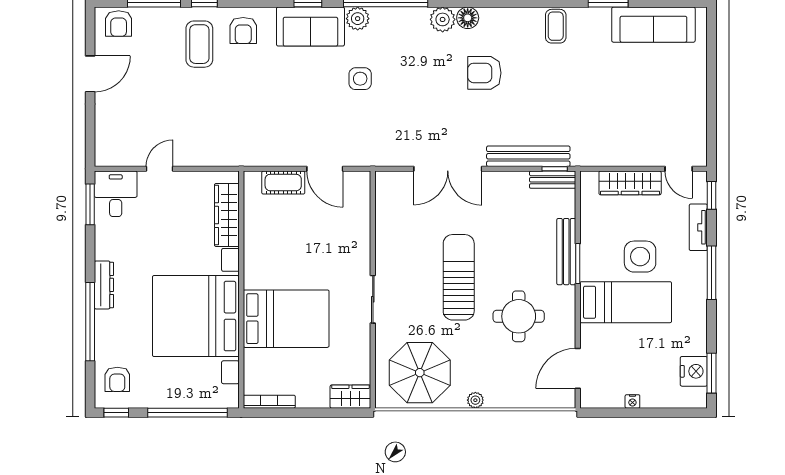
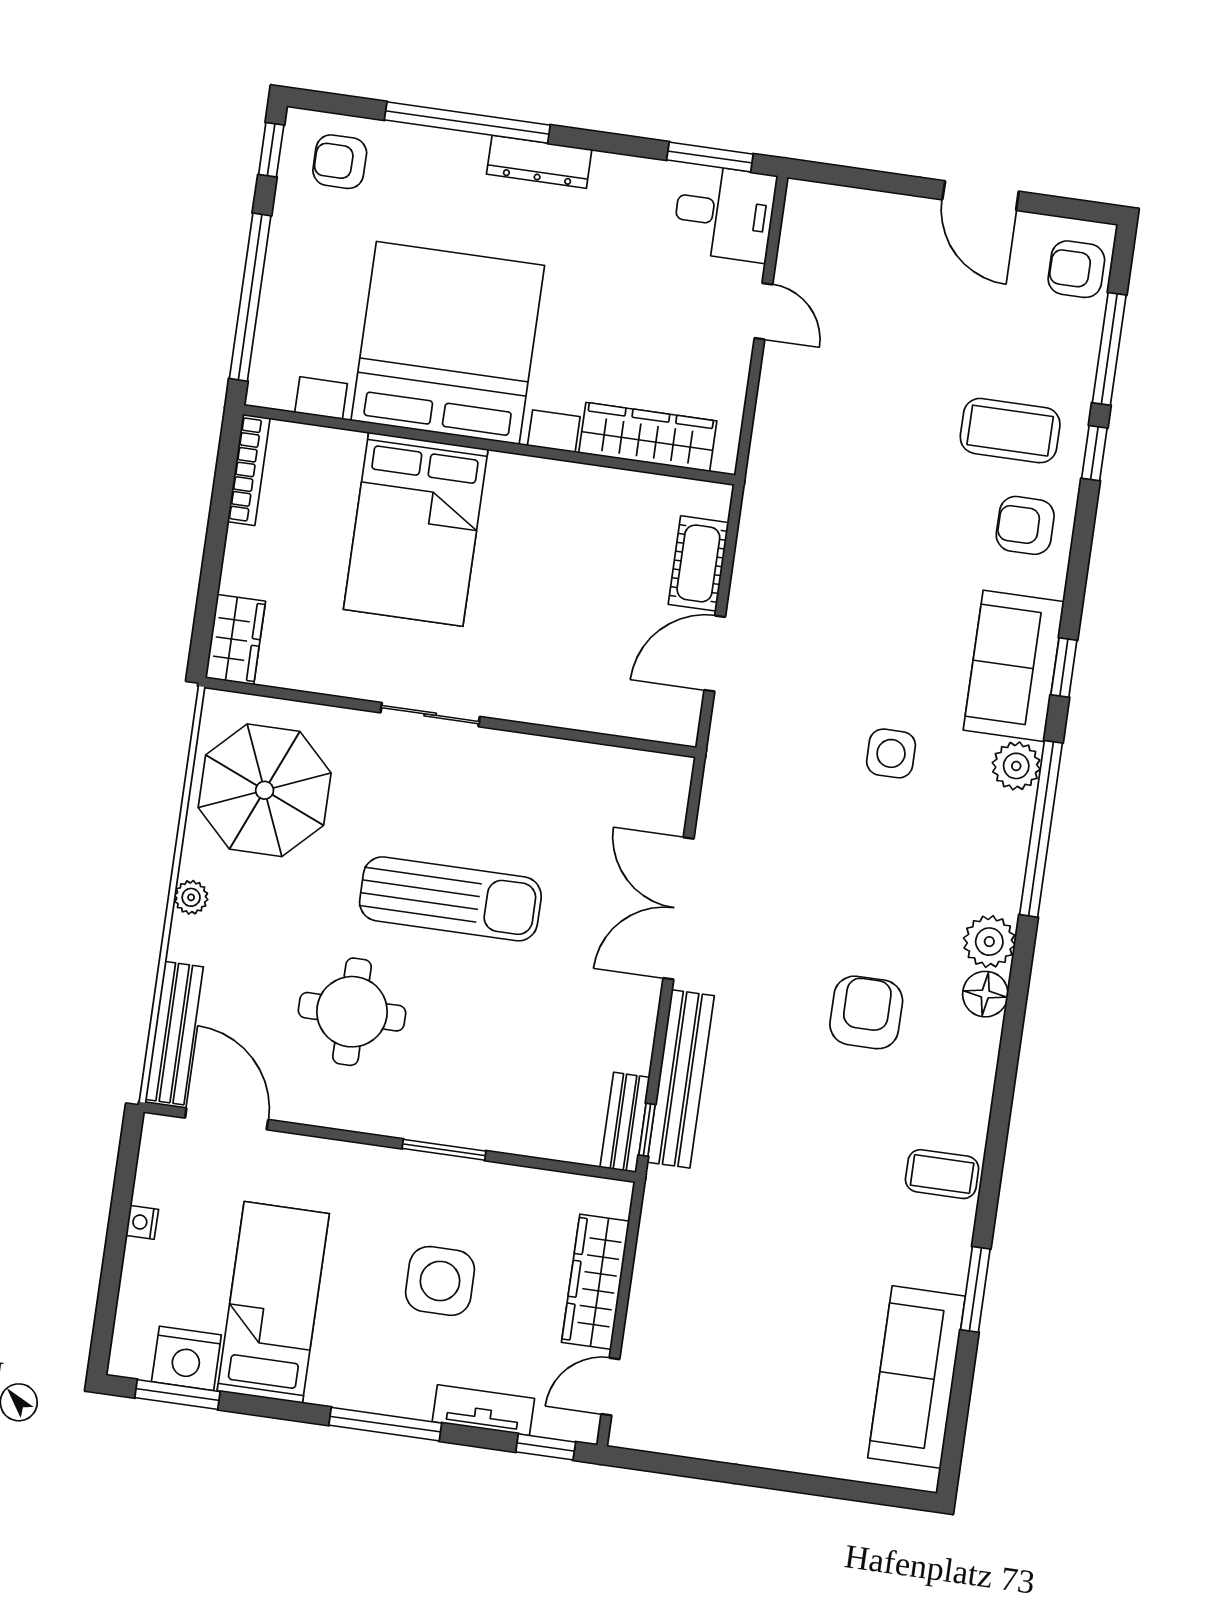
bench: (566, 252) -> (174, 1033), moved, turned 90
bed: (626, 302) -> (273, 1302), moved, turned 180

